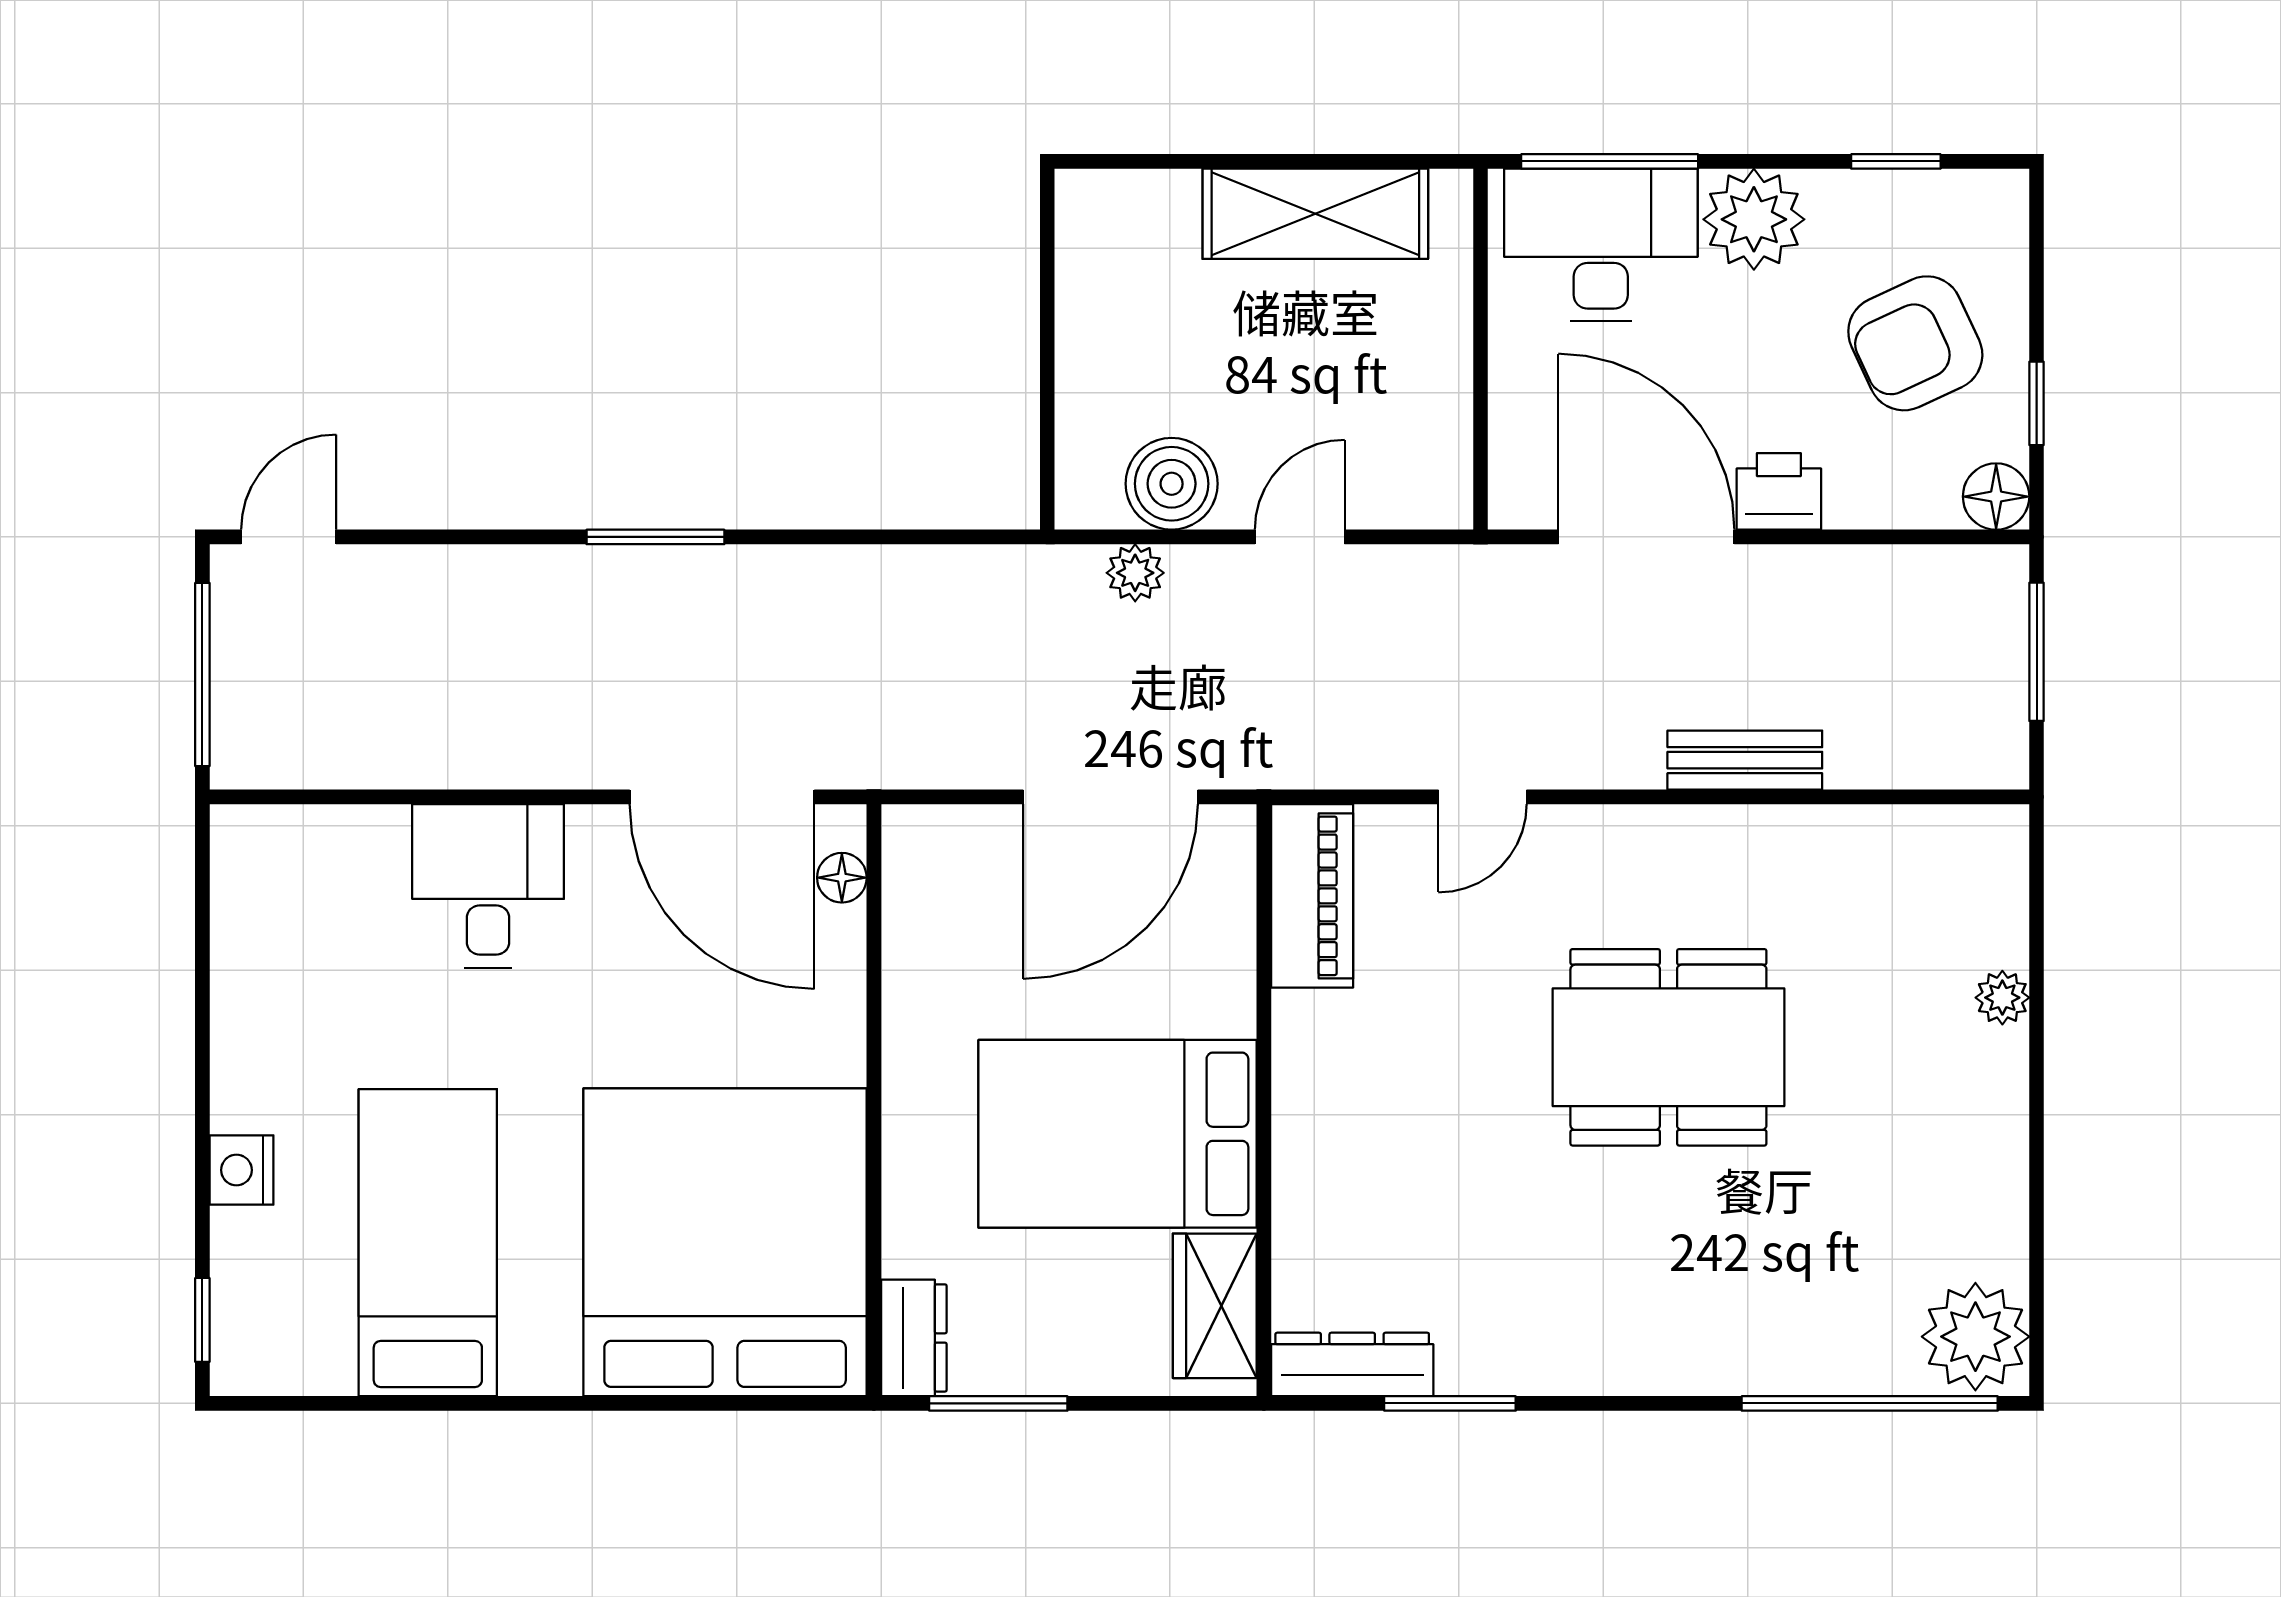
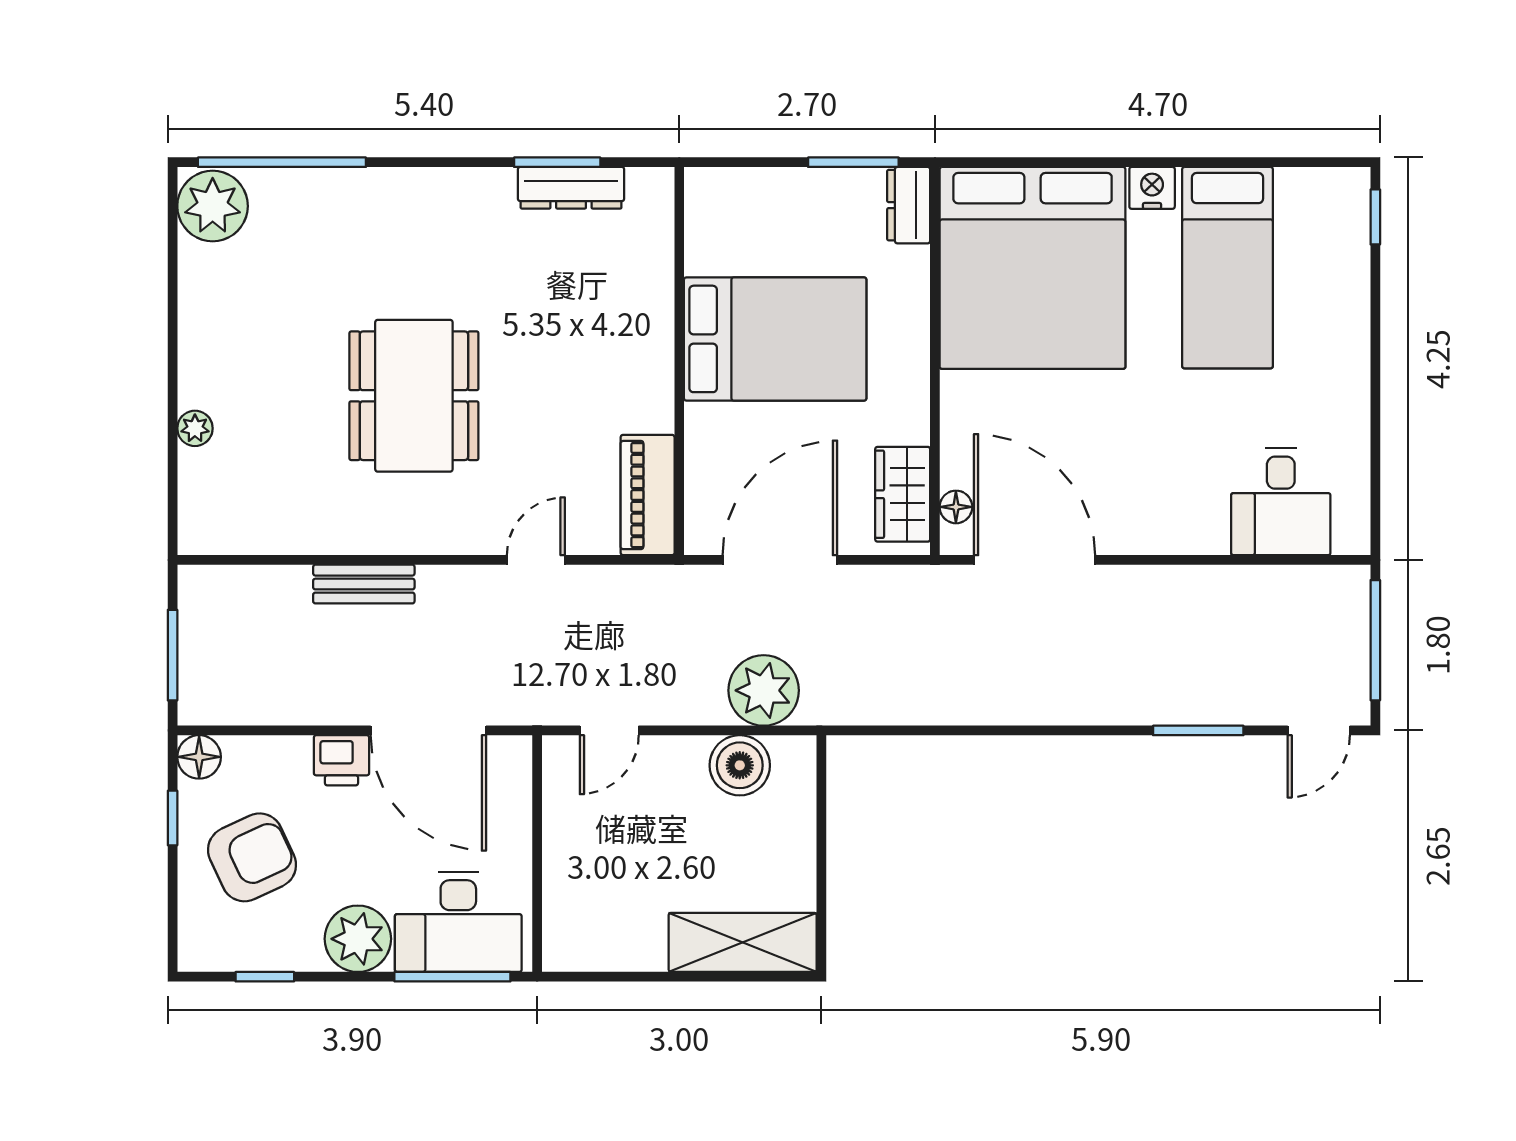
shelving: (1315, 214) -> (743, 942), moved
window: (655, 537) -> (1198, 730), moved
door: (1300, 537) -> (609, 730), moved
plant: (1135, 573) -> (764, 690), width x1.88, depth x1.88
desk: (488, 886) -> (1281, 502), moved
dining table: (1668, 1047) -> (414, 396), turned 90
nightstand: (242, 1170) -> (1152, 188), moved, turned -90
wardrobe: (1215, 1306) -> (903, 494), moved, turned 180
dresser: (1352, 1364) -> (571, 188), moved

